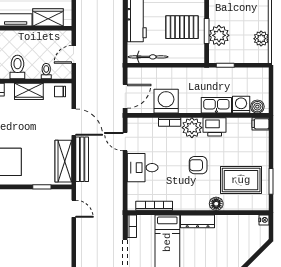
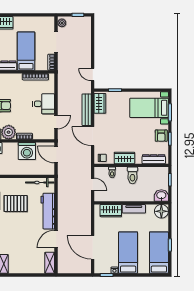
door: (74, 54) -> (93, 184), hinge flipped
door: (125, 96) -> (56, 155), hinge flipped
door: (125, 142) -> (56, 122), hinge flipped
wardrobe: (63, 161) -> (100, 103), width x0.67

